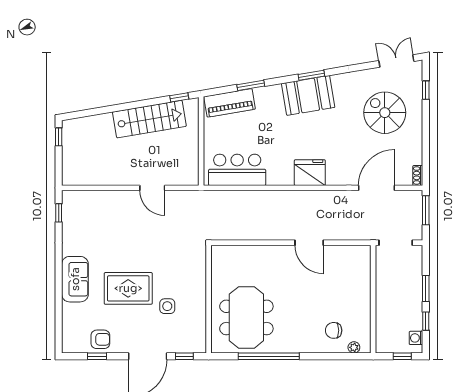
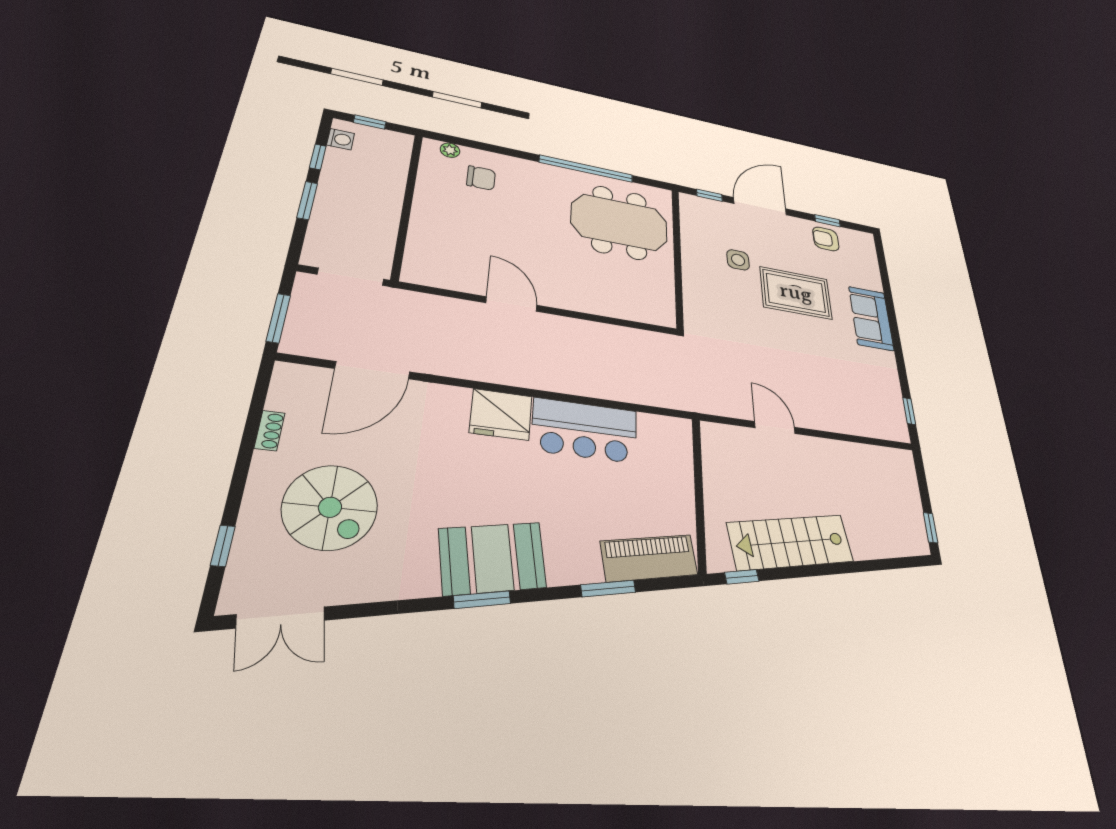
bar counter: (237, 170) -> (585, 430), moved
shoe rack: (418, 175) -> (270, 431), moved
meeting table: (246, 317) -> (619, 222), turned 90

